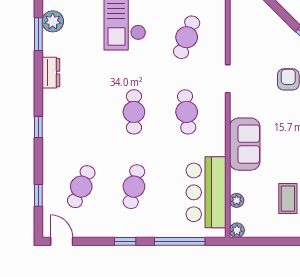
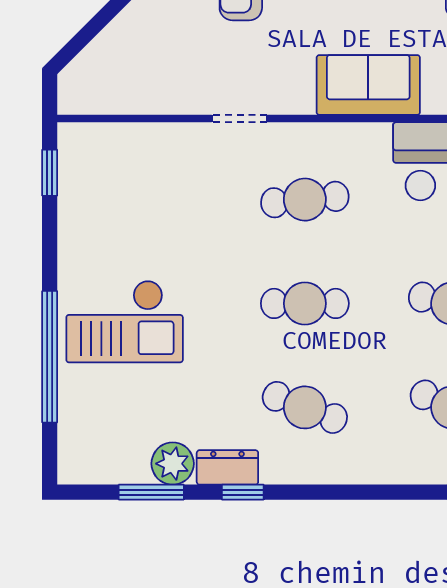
plant: (53, 21) -> (173, 464), moved
cafe table: (187, 37) -> (305, 407), moved
window: (38, 127) -> (243, 492), moved

